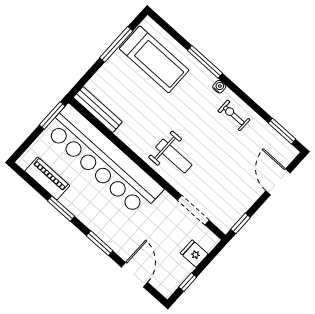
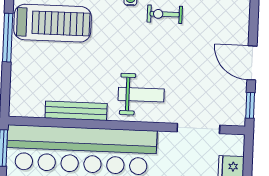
bench: (98, 110) -> (76, 111), moved
door: (278, 182) -> (252, 63), moved

